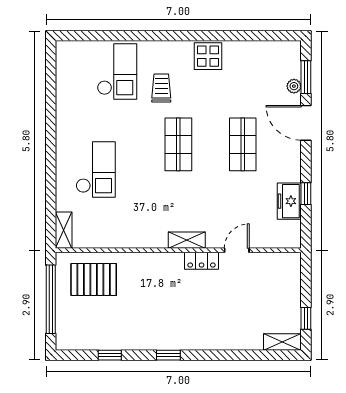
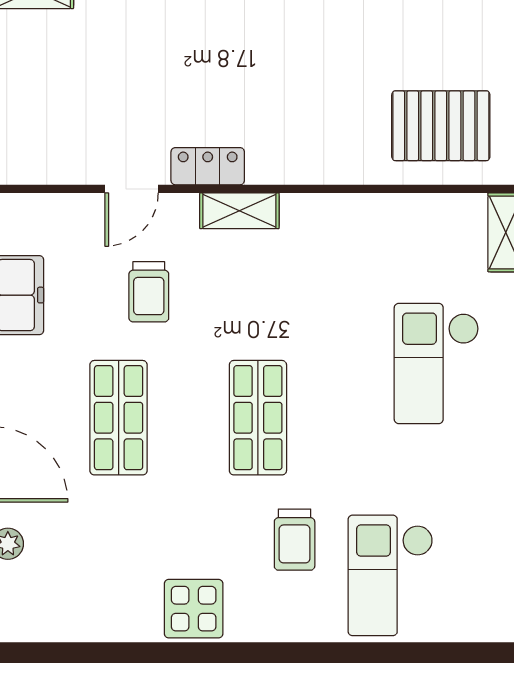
trolley: (229, 203) -> (149, 292), added

